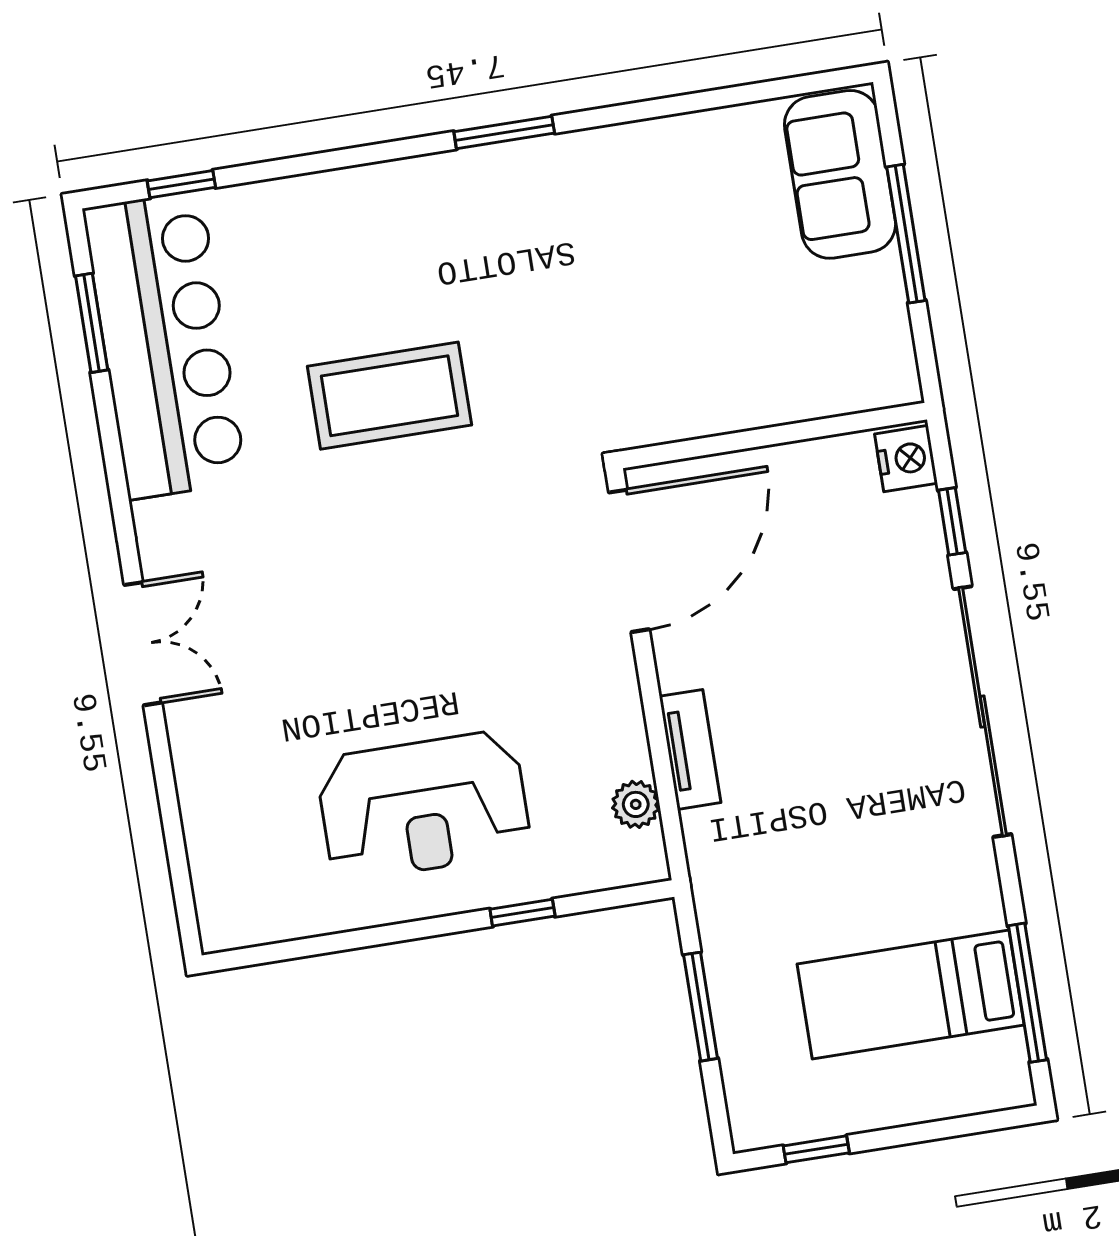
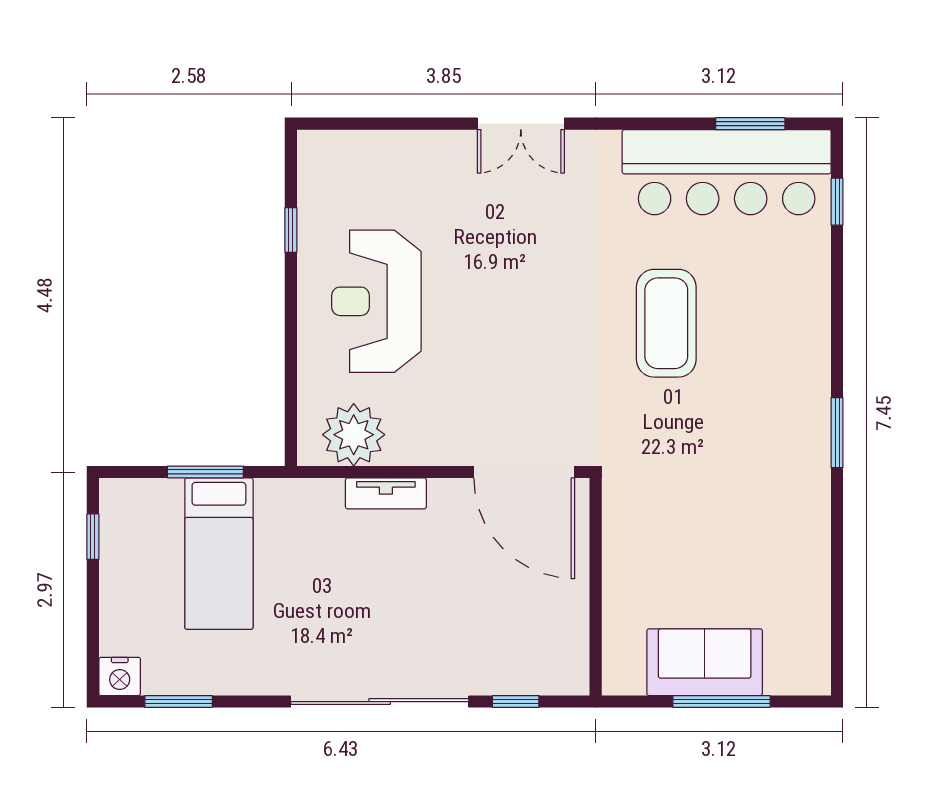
sofa: (840, 174) -> (705, 662), moved
nightstand: (906, 459) -> (120, 676), moved
plant: (636, 804) -> (354, 435), width x1.88, depth x1.88
window: (522, 913) -> (291, 230), moved
window: (1028, 993) -> (179, 702), width x0.69
bed: (911, 994) -> (219, 554), moved, turned 180

